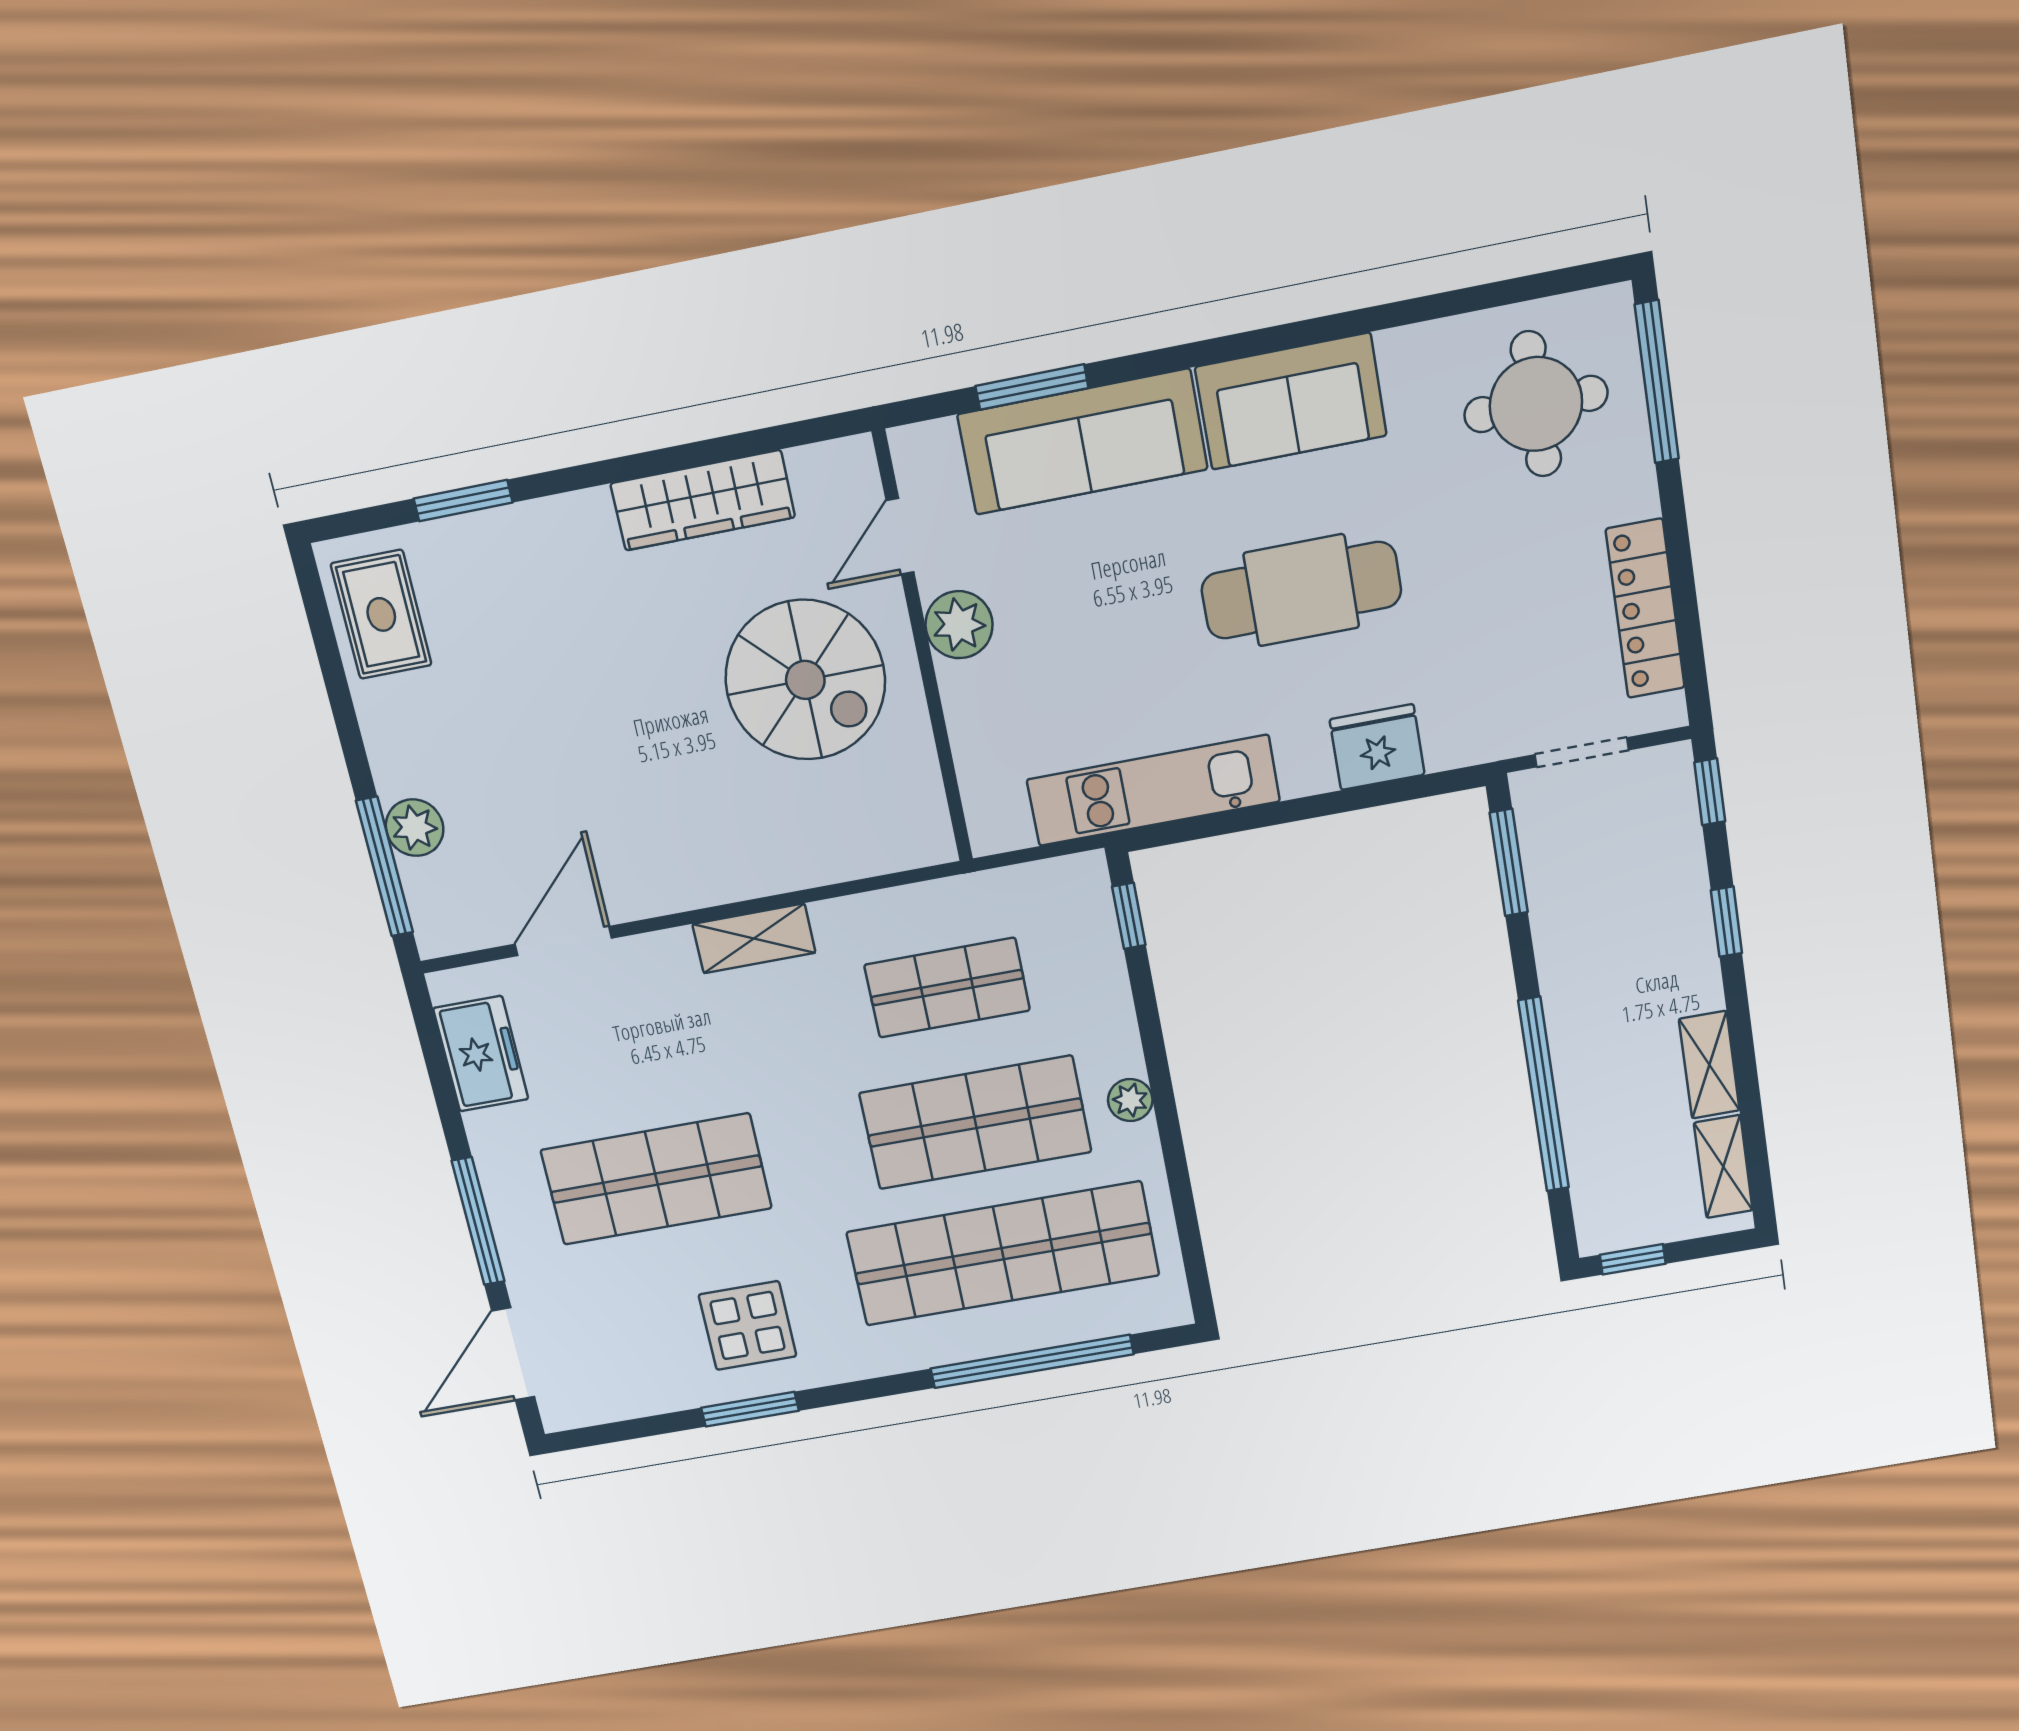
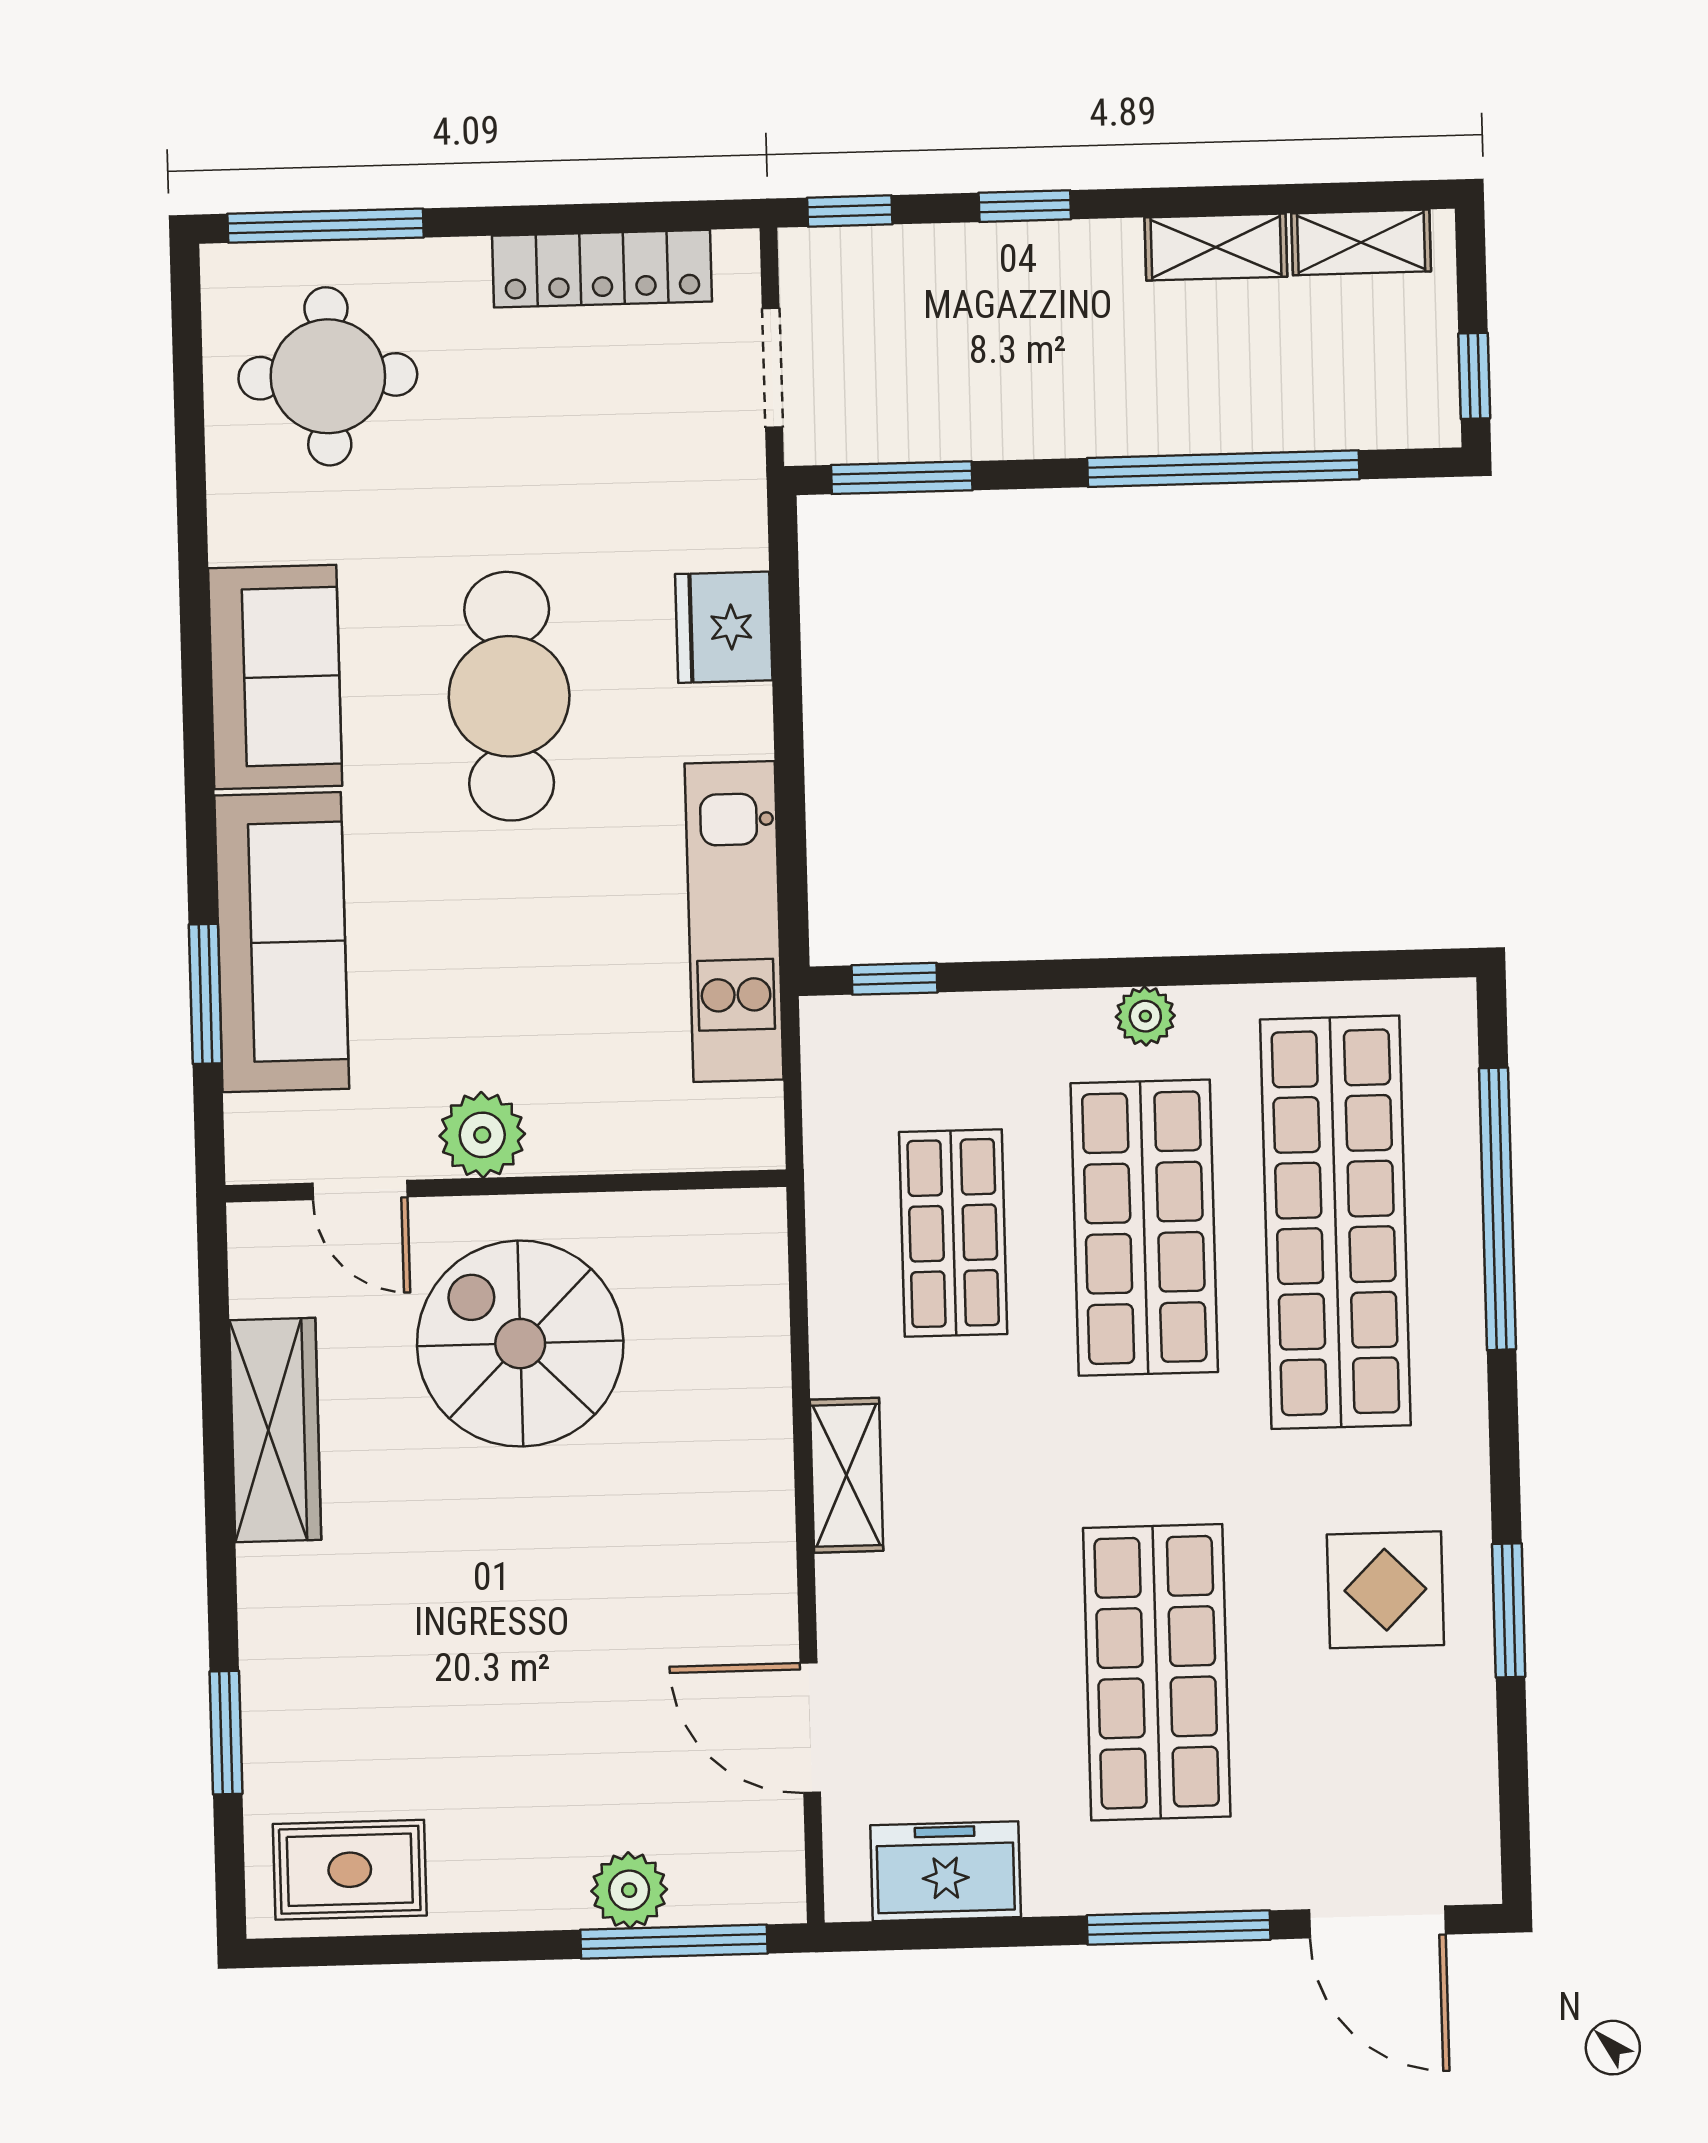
spiral stairs: (805, 680) -> (520, 1344), turned -90

